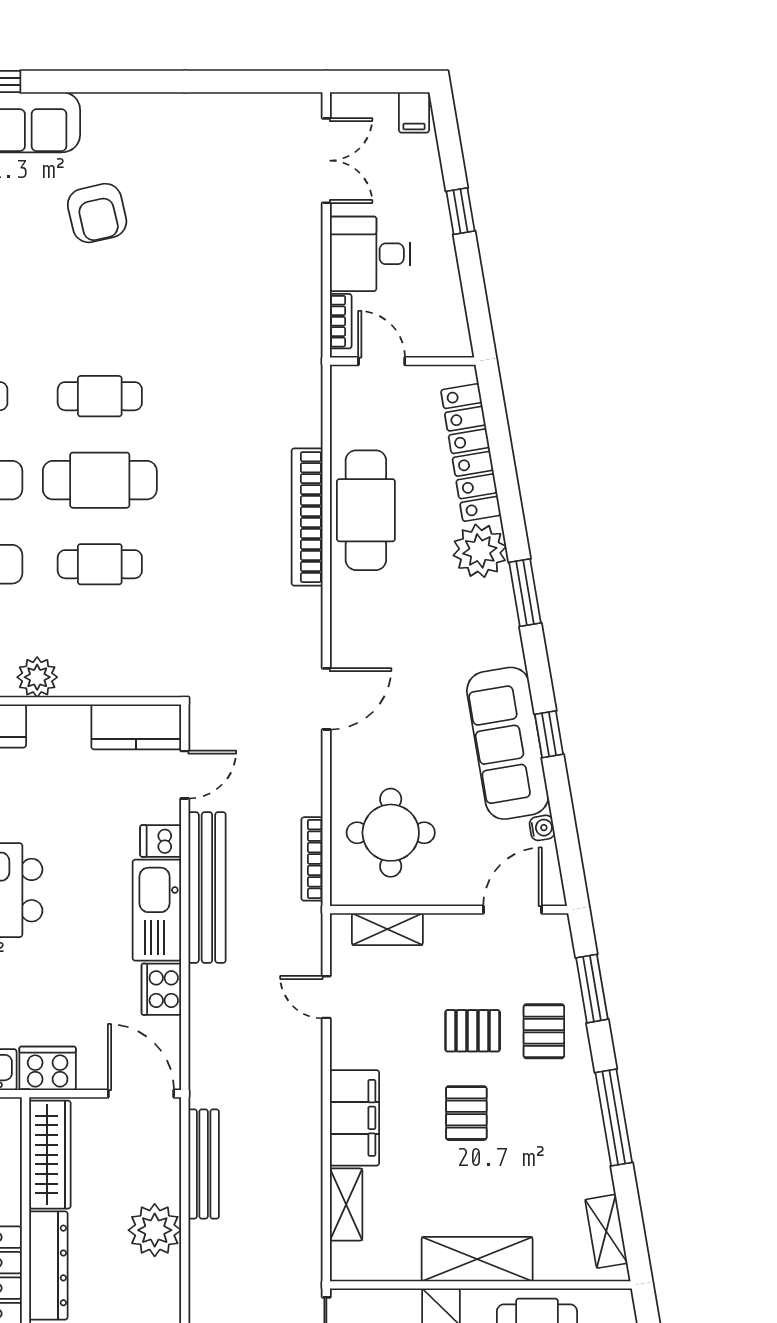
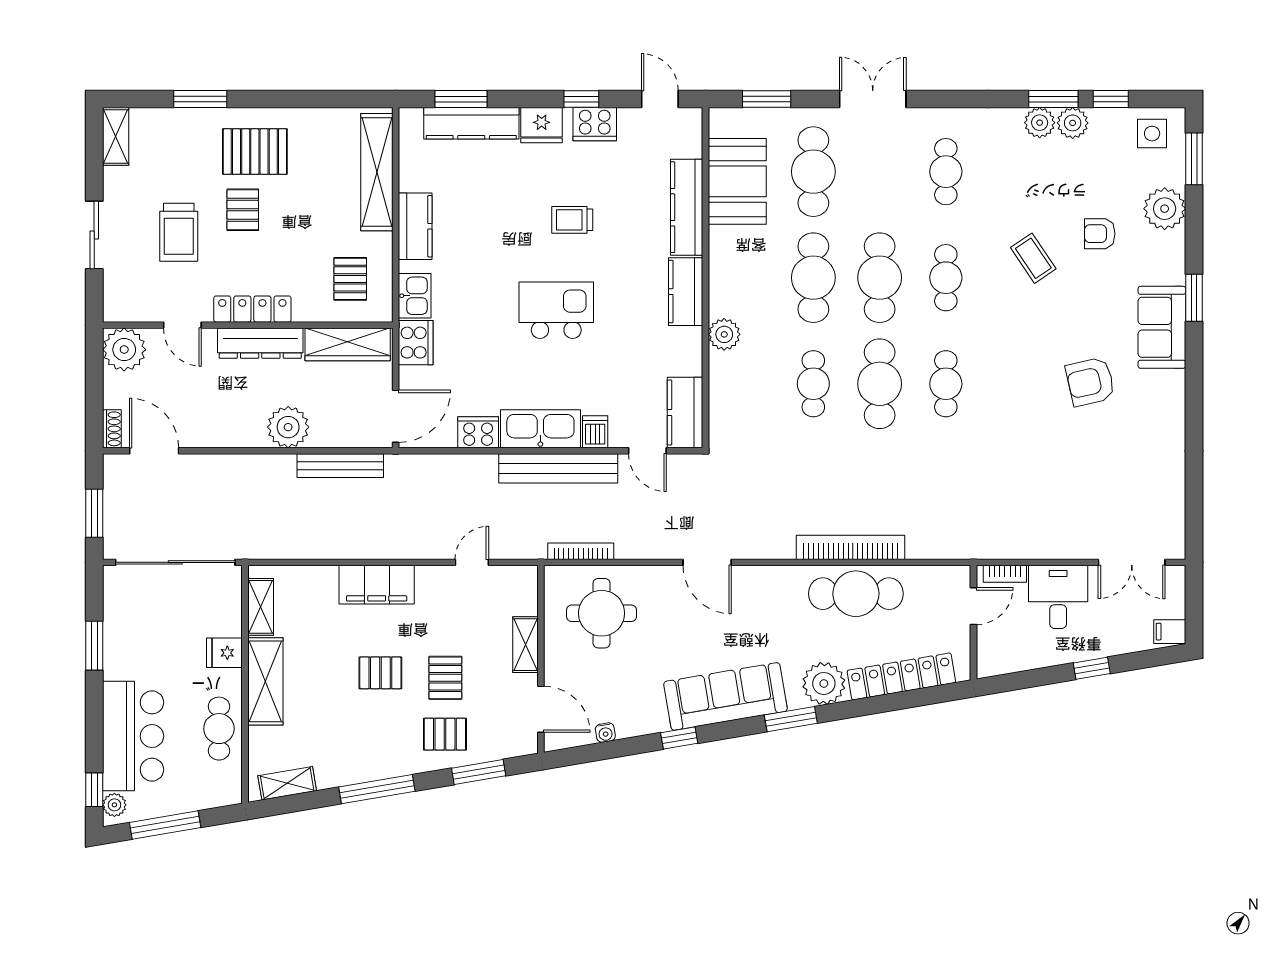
sofa: (508, 743) -> (725, 696), moved
shelving: (387, 929) -> (525, 645), moved
shelving: (346, 1205) -> (261, 607), moved, turned 90

